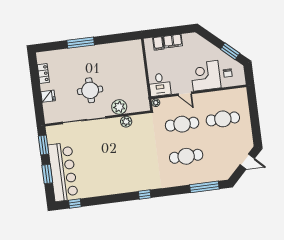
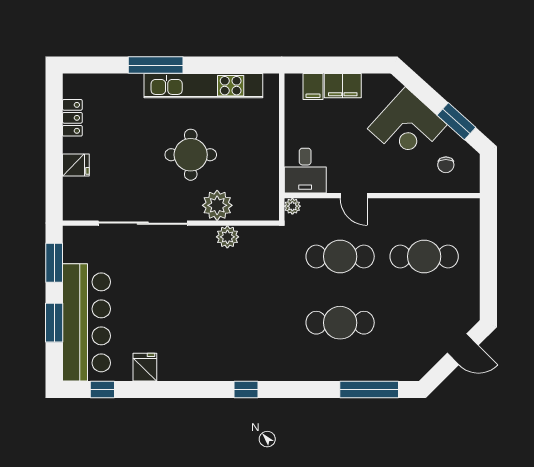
kitchen unit: (105, 50) -> (203, 86), added
corner desk: (206, 76) -> (407, 127), moved, turned -138
round table: (90, 90) -> (191, 155), moved
fridge: (94, 190) -> (145, 367), added

